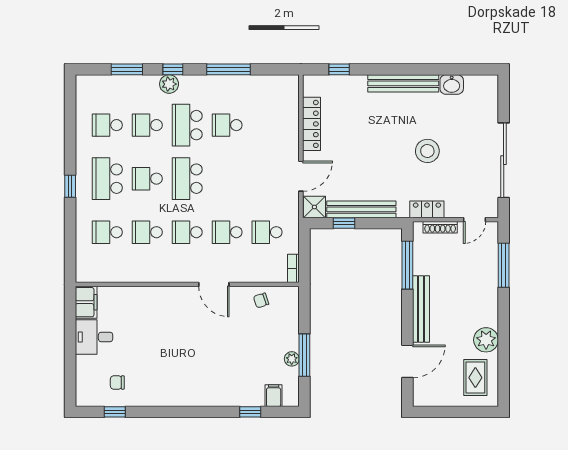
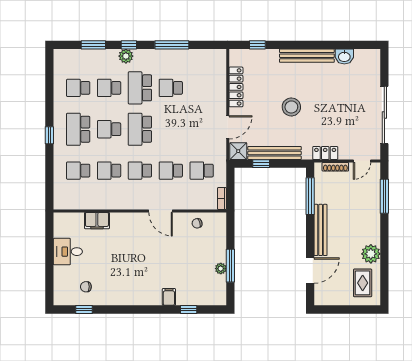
stool: (427, 151) -> (291, 107), moved
filing cabinet: (86, 302) -> (97, 221), moved, turned 90
filing cabinet: (274, 396) -> (169, 297), moved

